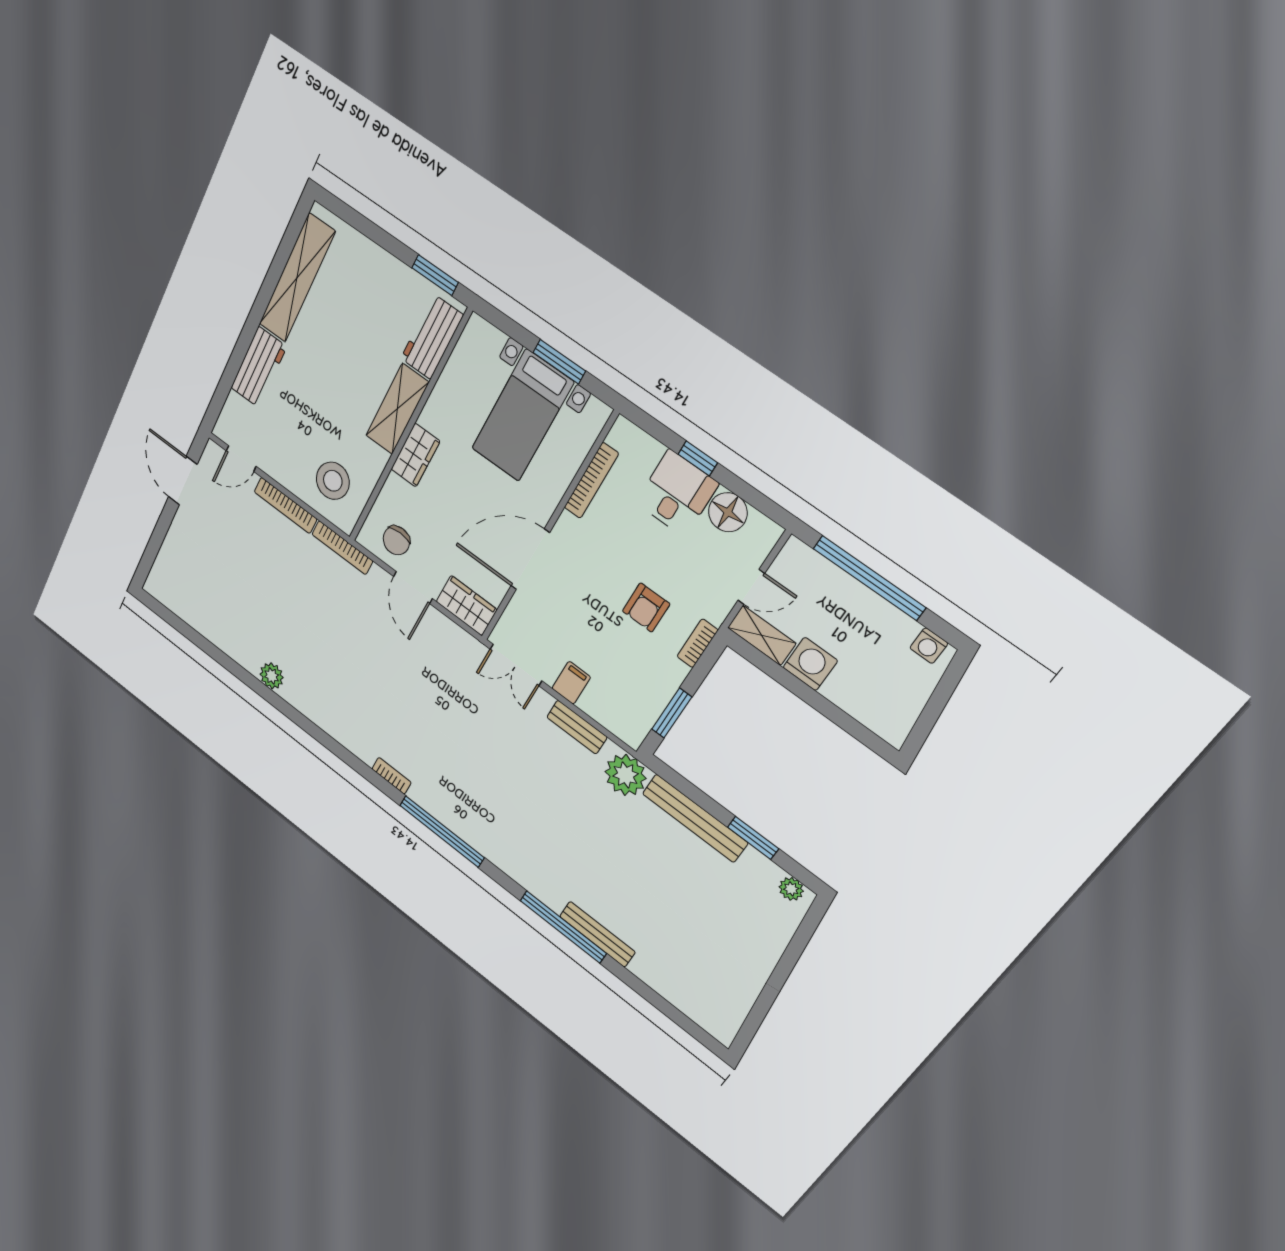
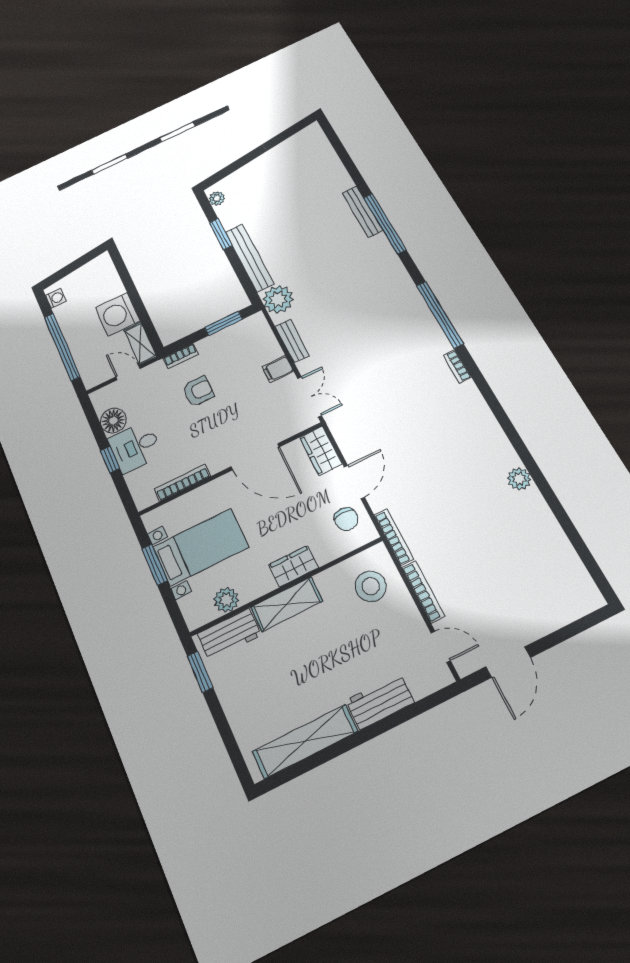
plant: (458, 373) -> (226, 600), added
chair: (396, 540) -> (346, 519), turned 90
washing machine: (810, 664) -> (118, 314), width x1.37, depth x1.37

